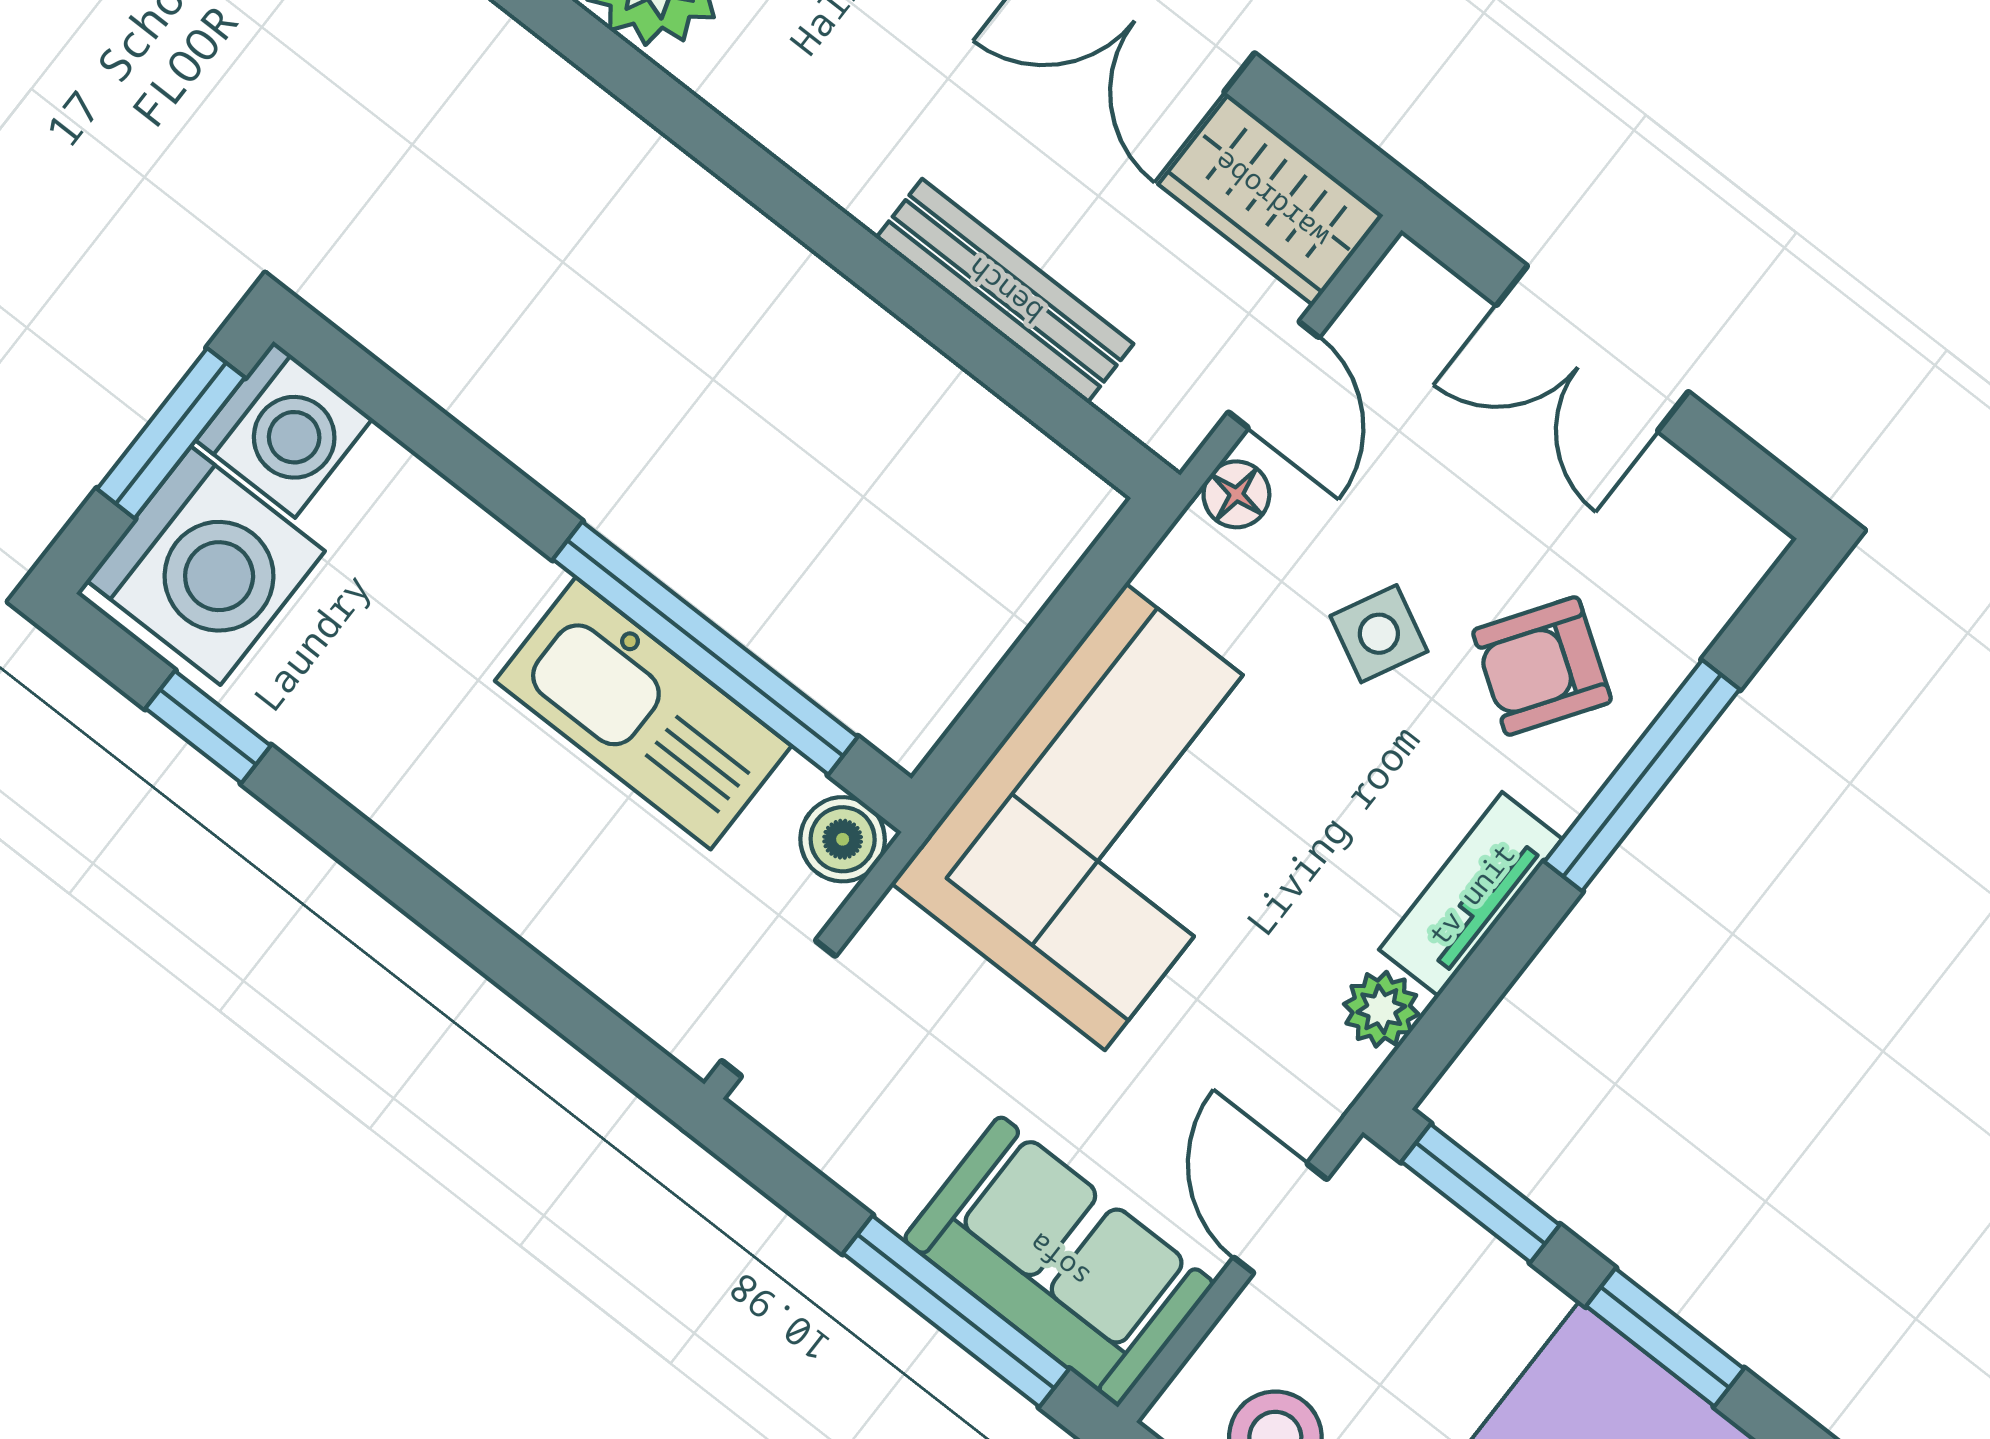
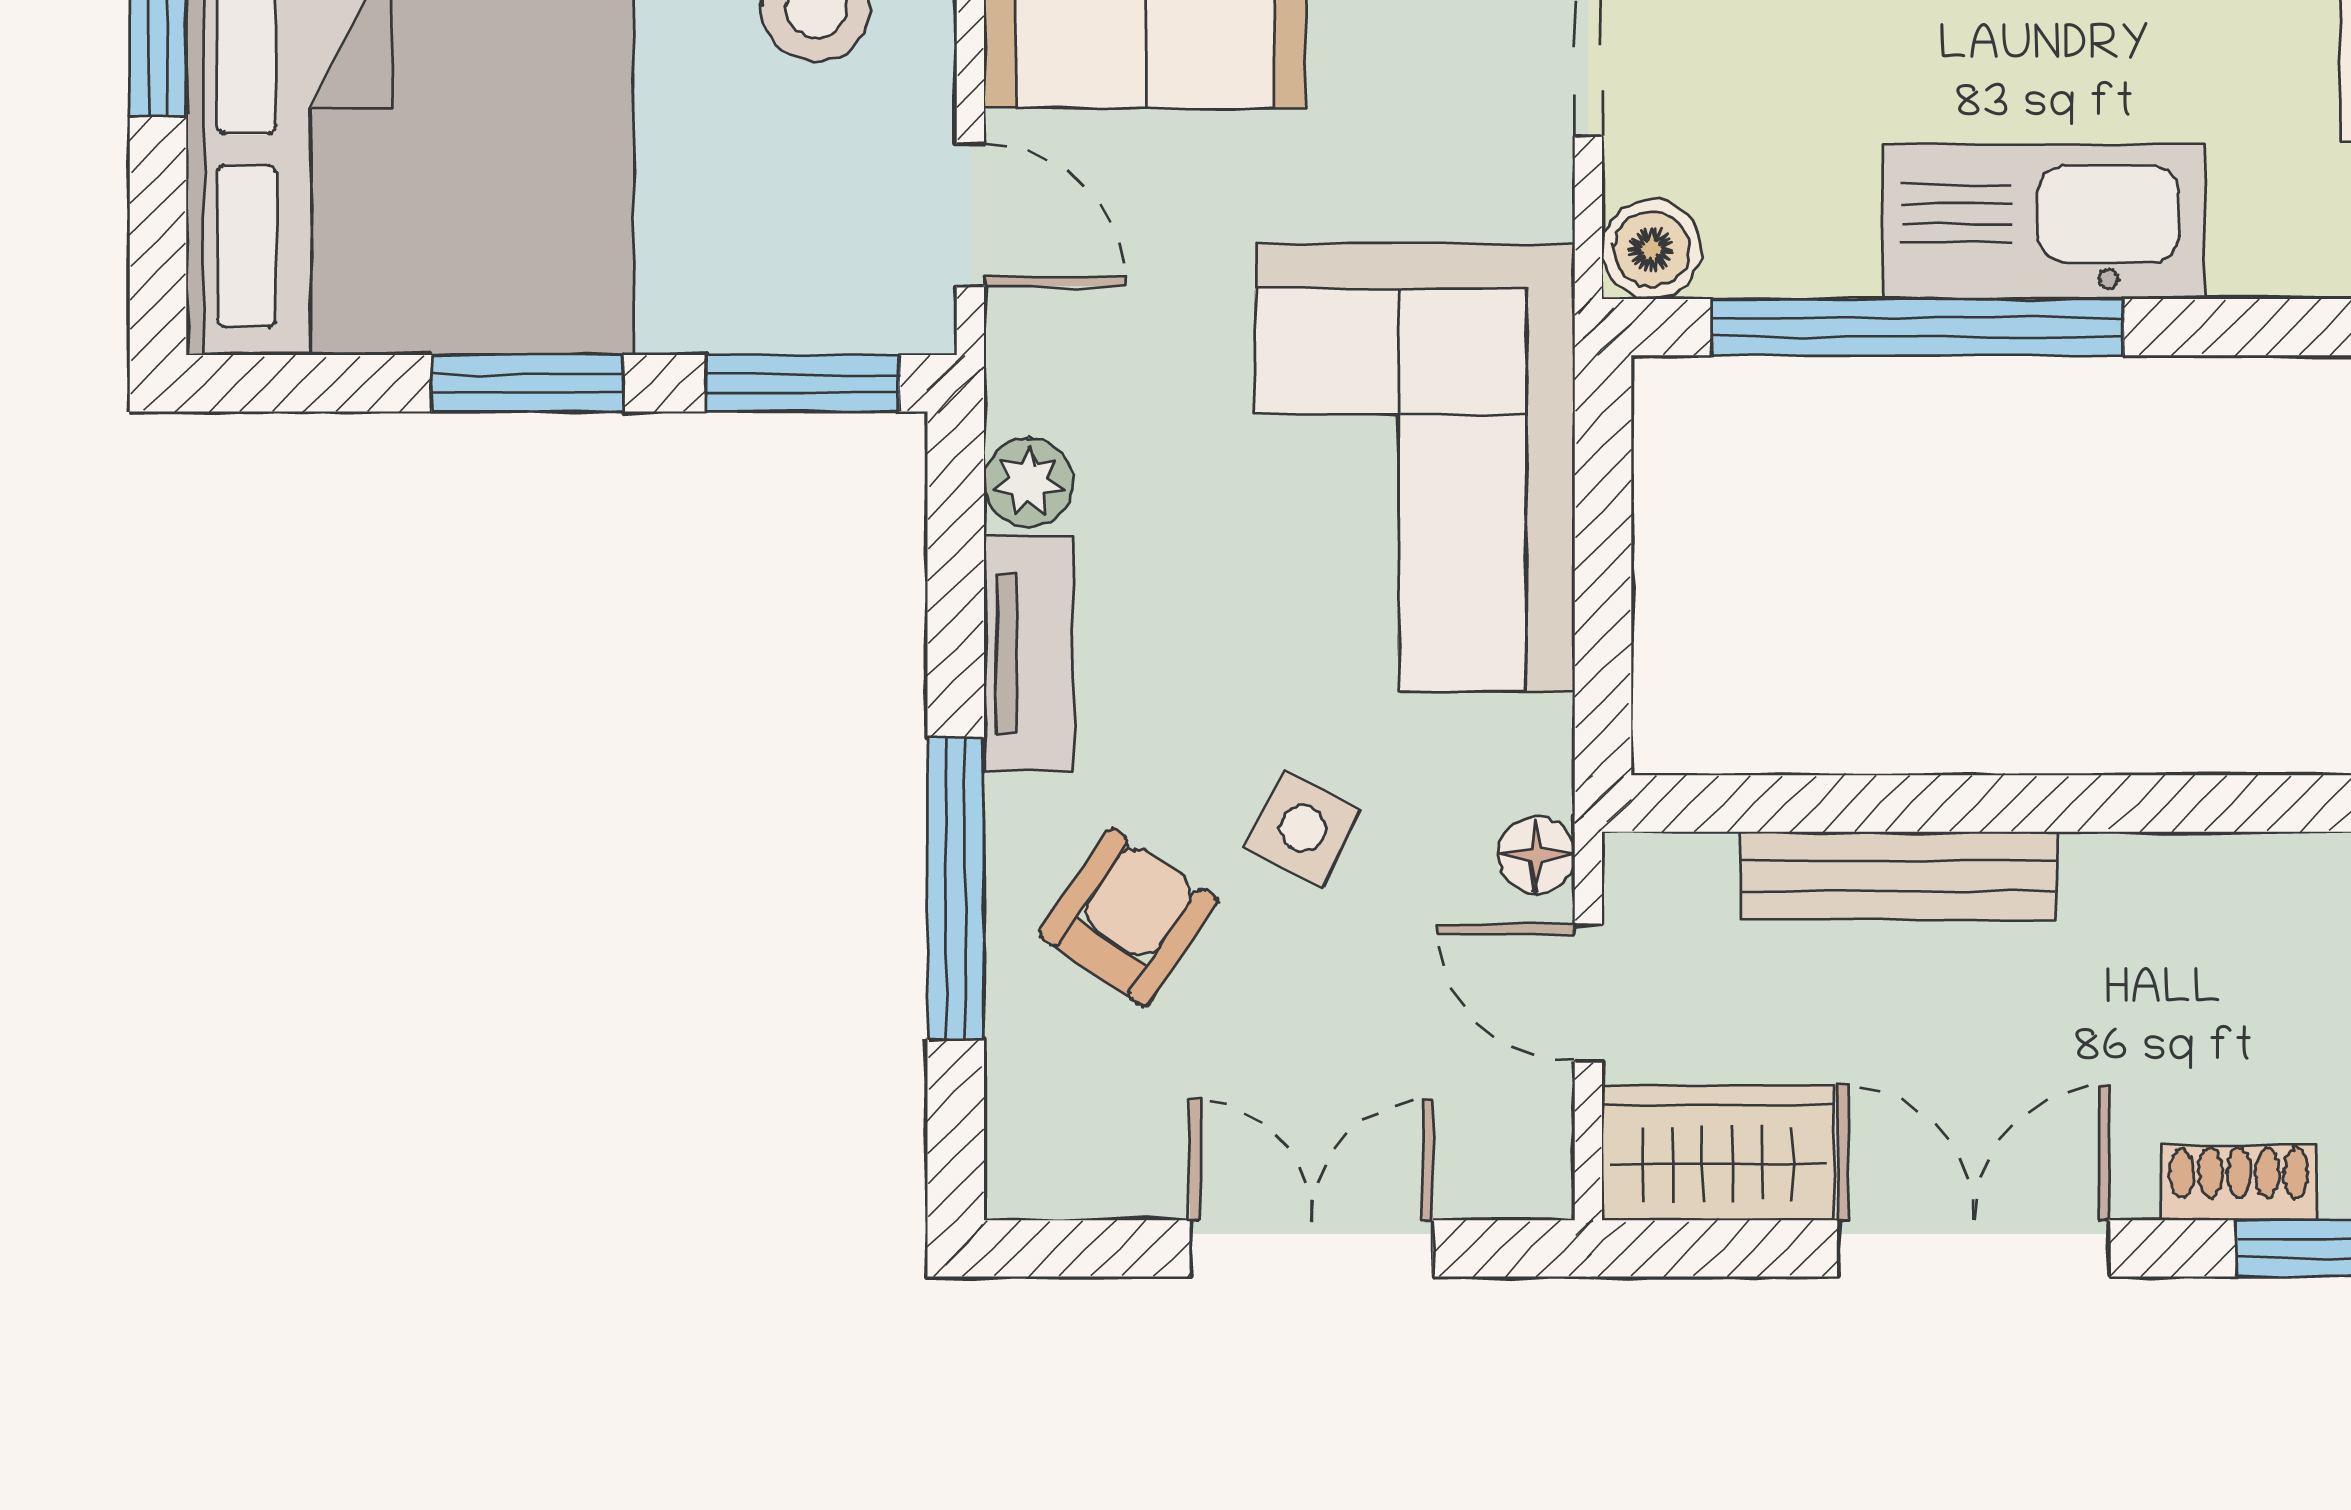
kitchen sink: (643, 713) -> (2044, 222), moved

